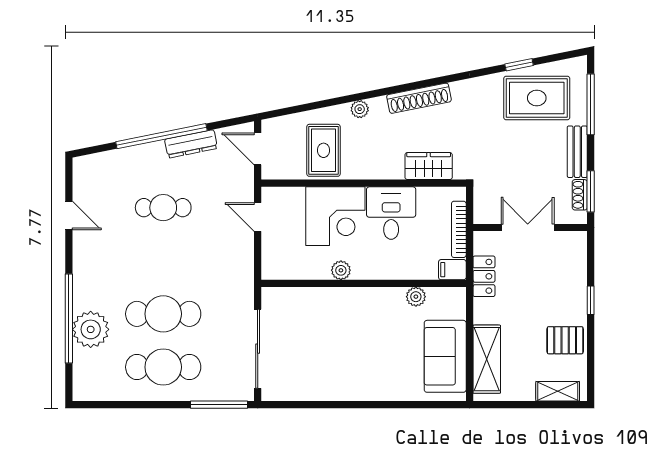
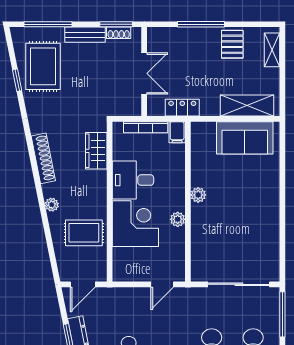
door: (258, 217) -> (162, 284), moved
double door: (528, 228) -> (144, 73), swing flipped
plant: (416, 297) -> (198, 195), moved
window: (591, 300) -> (201, 24), width x2.17

